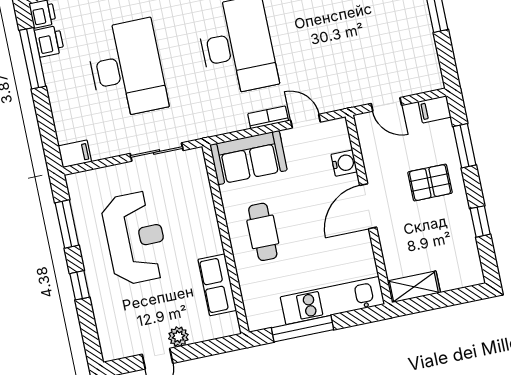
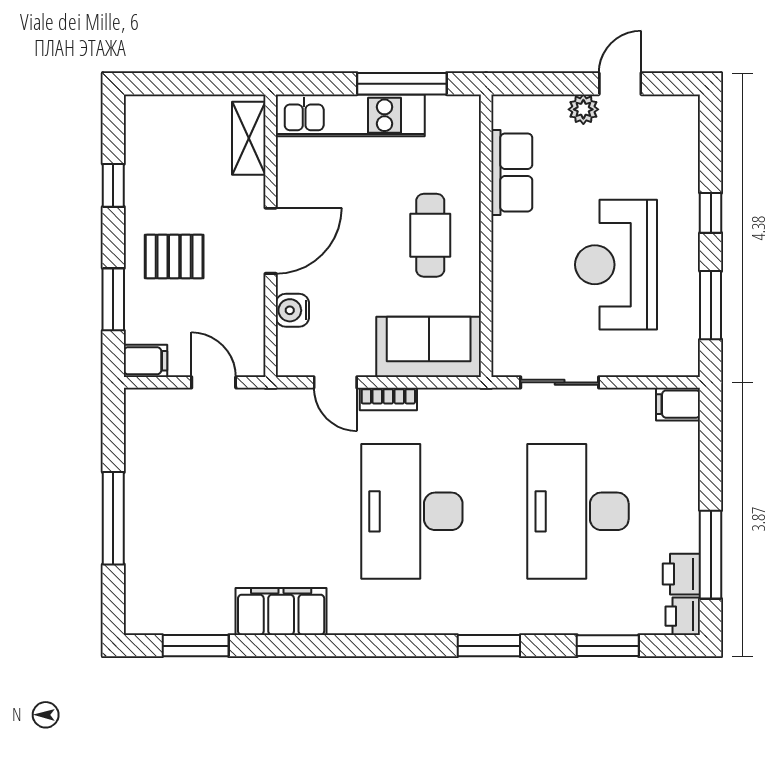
shelving: (414, 287) -> (249, 138), moved, turned 90

